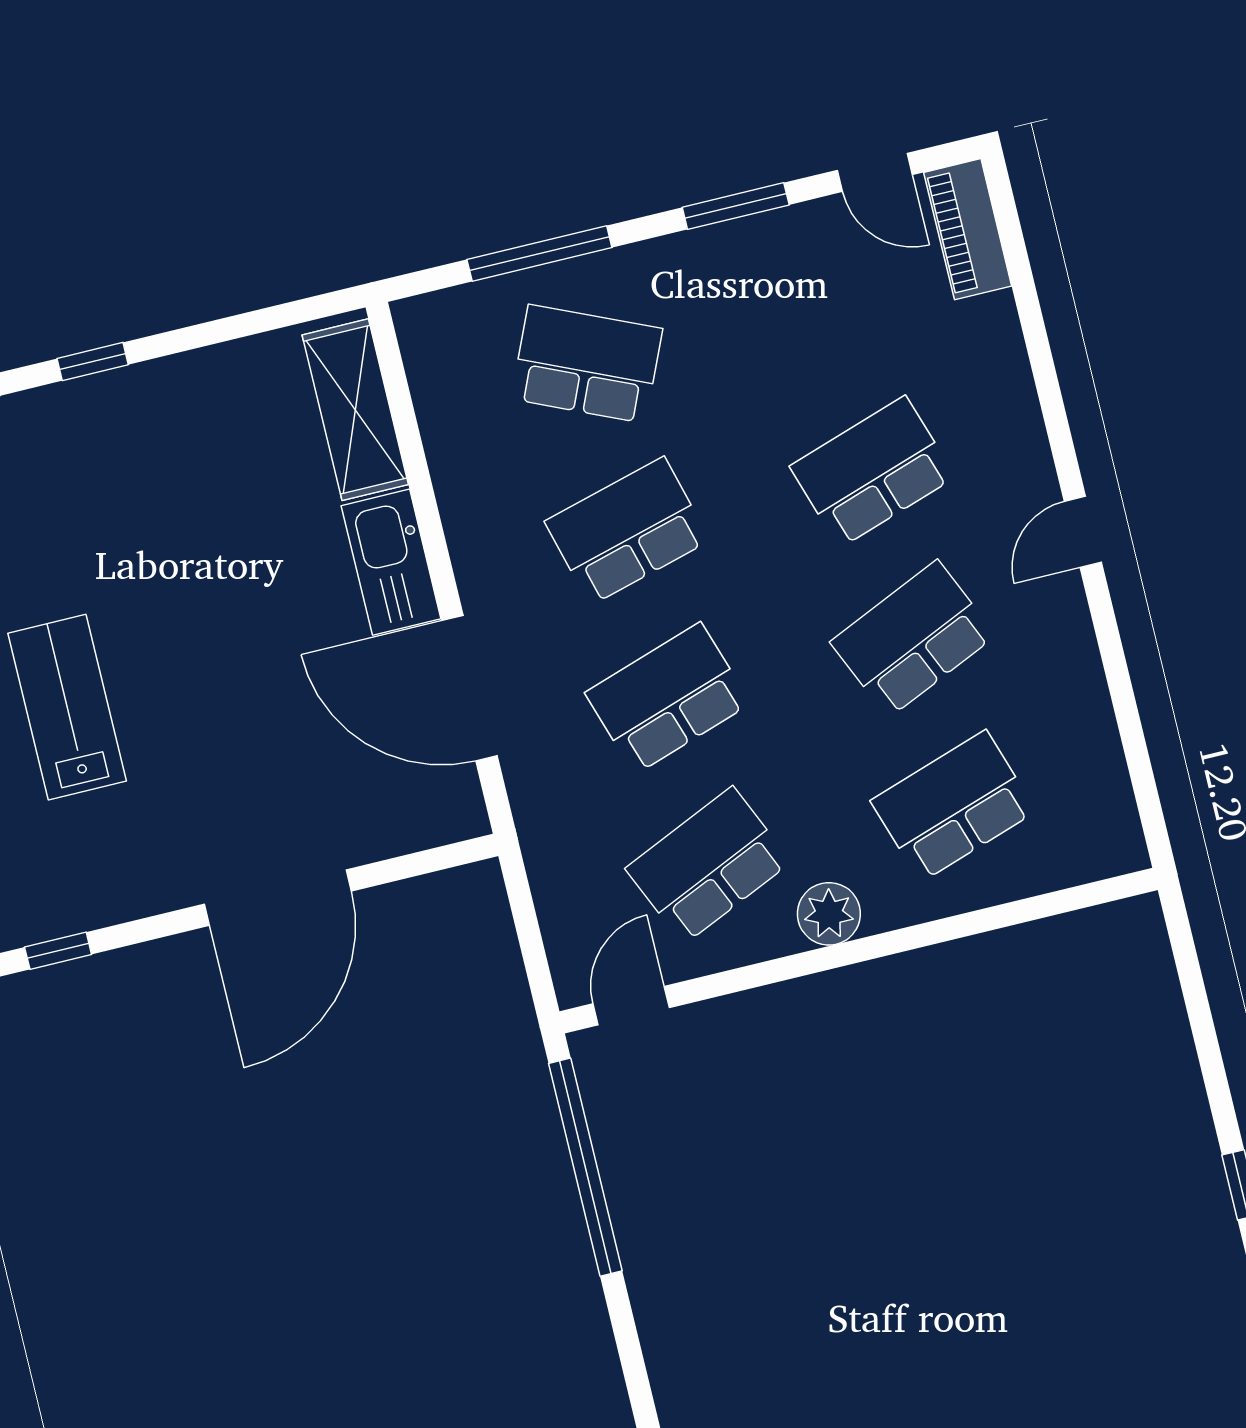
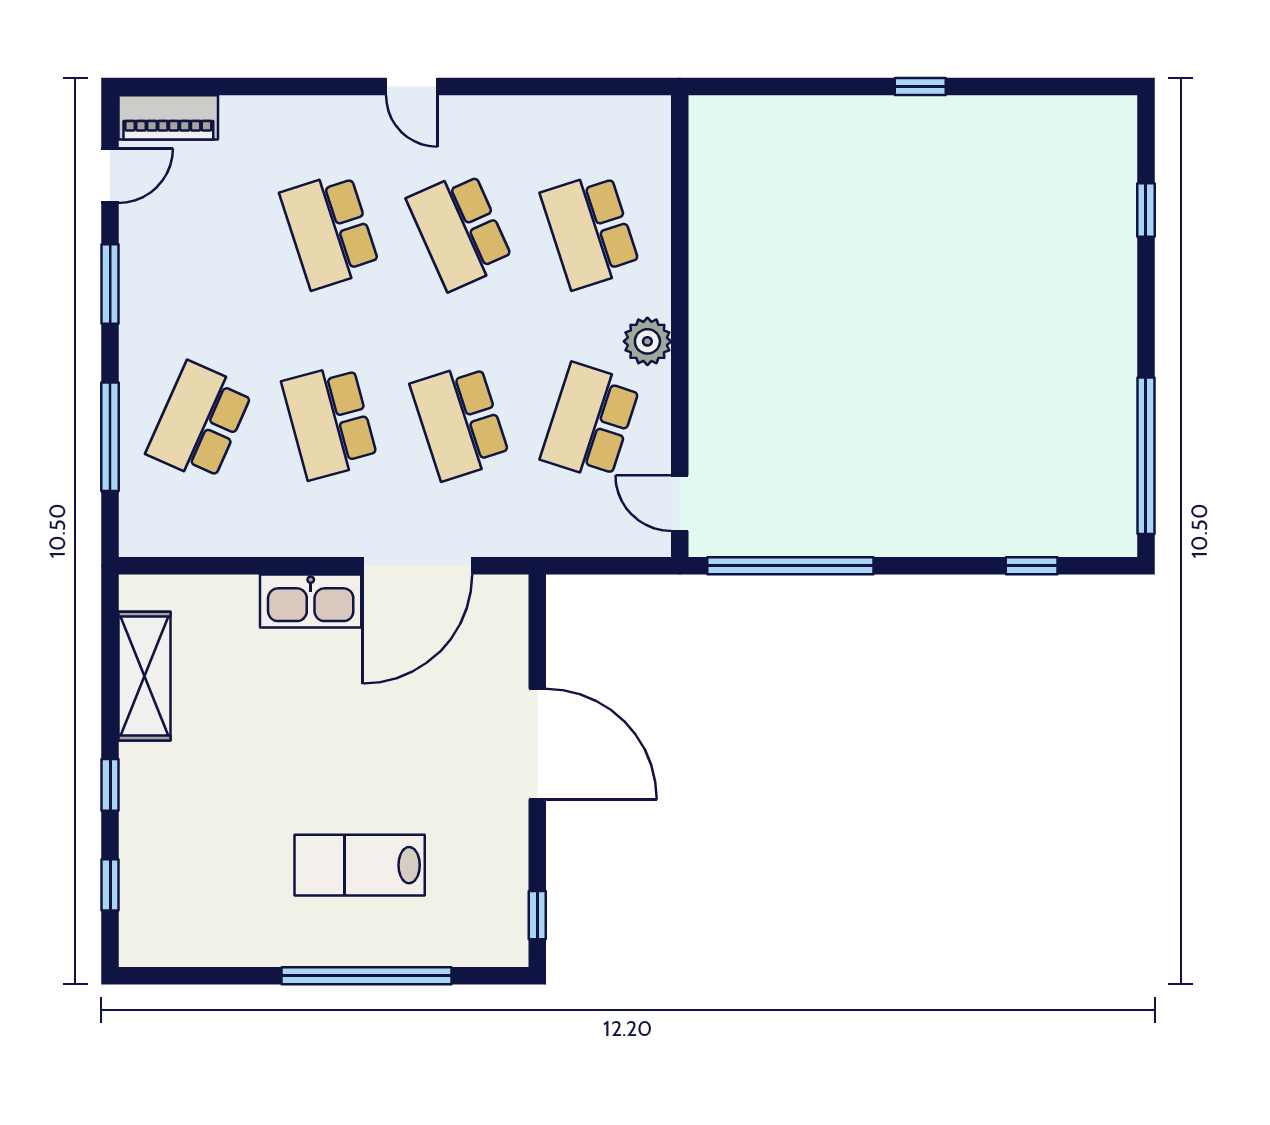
shelving: (355, 410) -> (144, 676), moved, turned 90
school desk: (708, 865) -> (590, 422), turned 42

